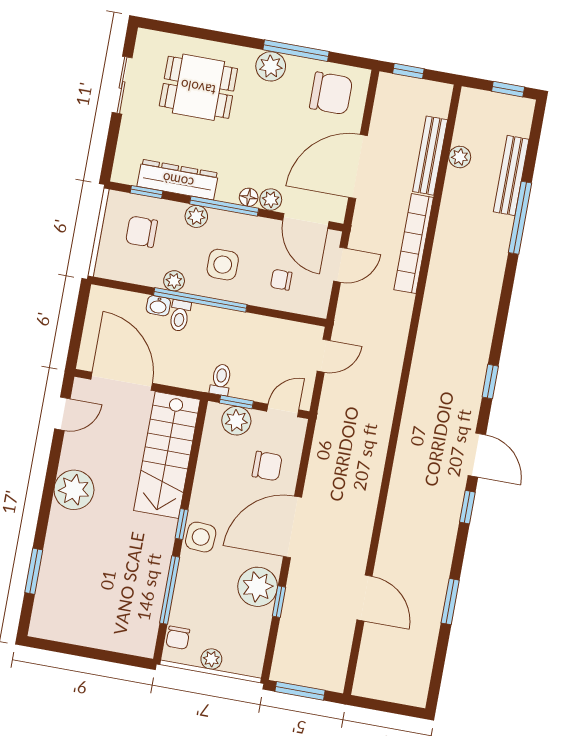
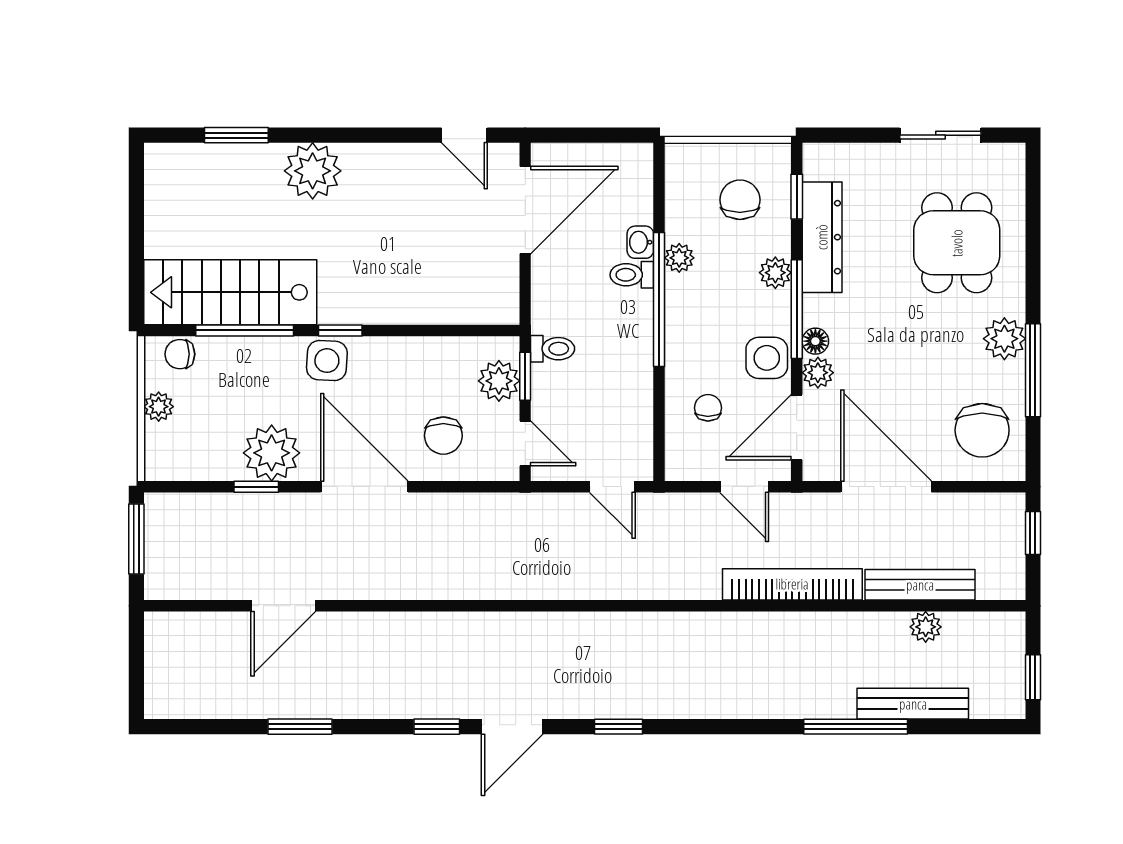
side table: (223, 265) -> (767, 358), moved
stairs: (167, 455) -> (230, 292), moved
plant: (74, 490) -> (313, 171), moved

